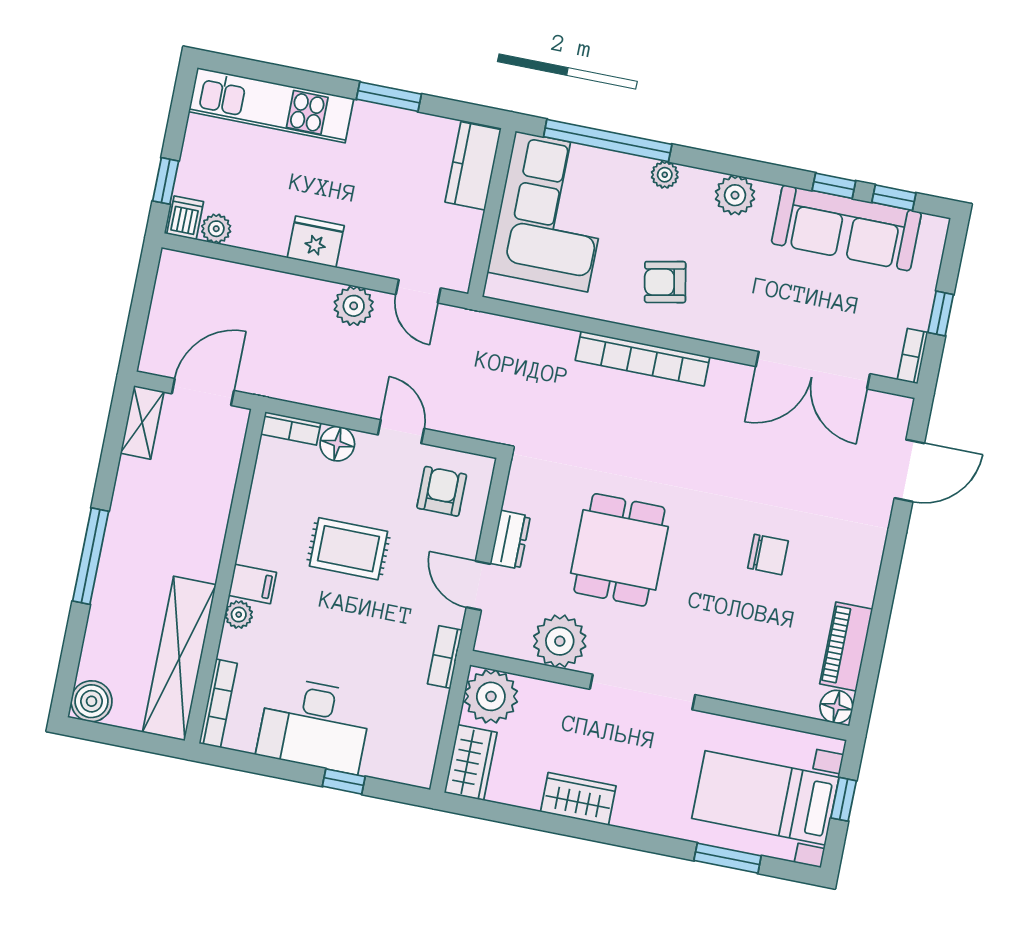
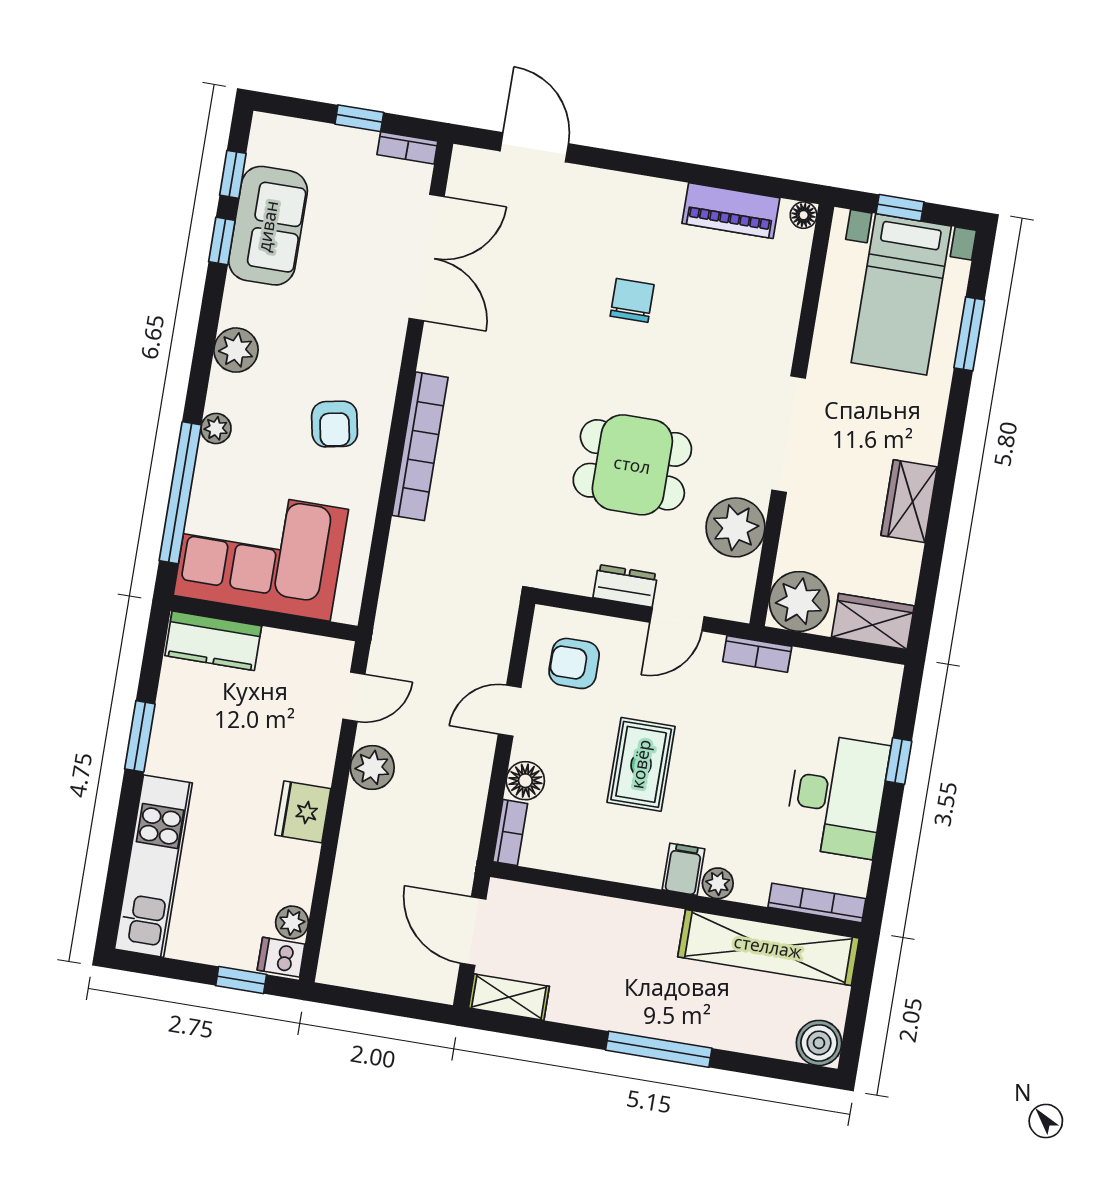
sofa: (846, 228) -> (268, 226), width x0.73
floor lamp: (836, 707) -> (804, 215), width x0.73, depth x0.73

